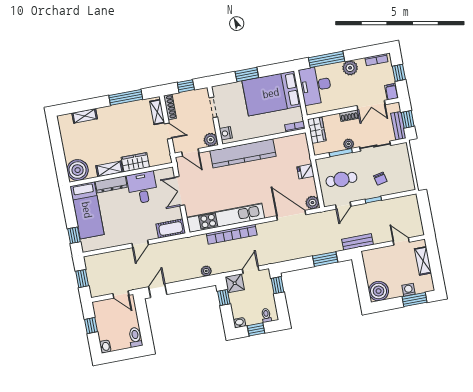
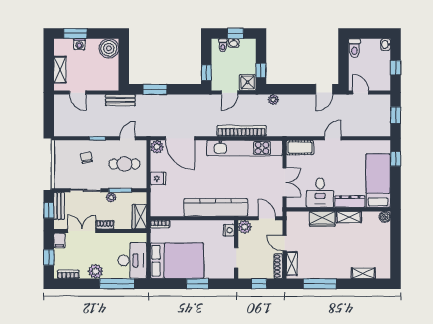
boiler: (78, 170) -> (385, 217), width x0.54, depth x0.54
washbasin: (239, 323) -> (234, 43), moved

